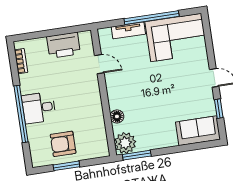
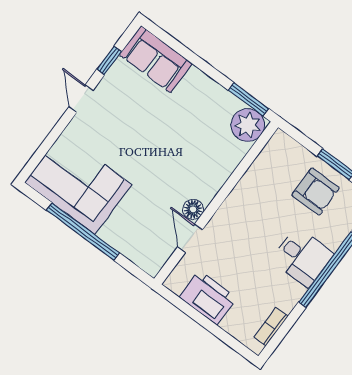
tv unit: (128, 30) -> (122, 243), removed
floor lamp: (117, 116) -> (193, 209), moved

